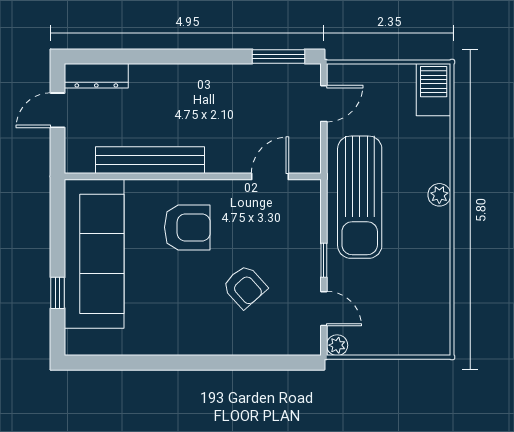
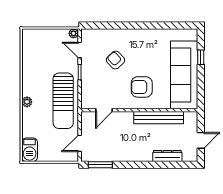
dresser: (96, 76) -> (167, 156), moved
sun lounger: (360, 197) -> (63, 101), turned 180

